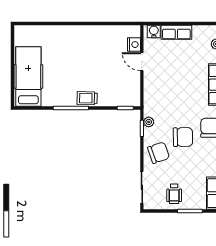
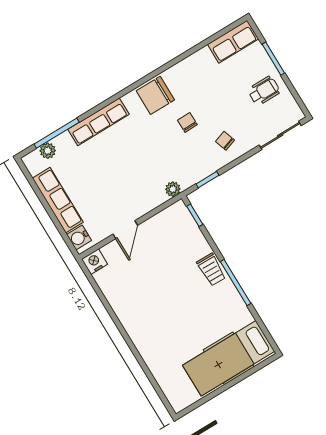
row of seats: (176, 32) -> (58, 200), width x1.48
nightstand: (134, 45) -> (95, 262), moved
plant: (149, 122) -> (173, 189), moved
chair: (183, 137) -> (187, 122), width x0.54, depth x0.54
chair: (159, 153) -> (225, 141), width x0.54, depth x0.54

